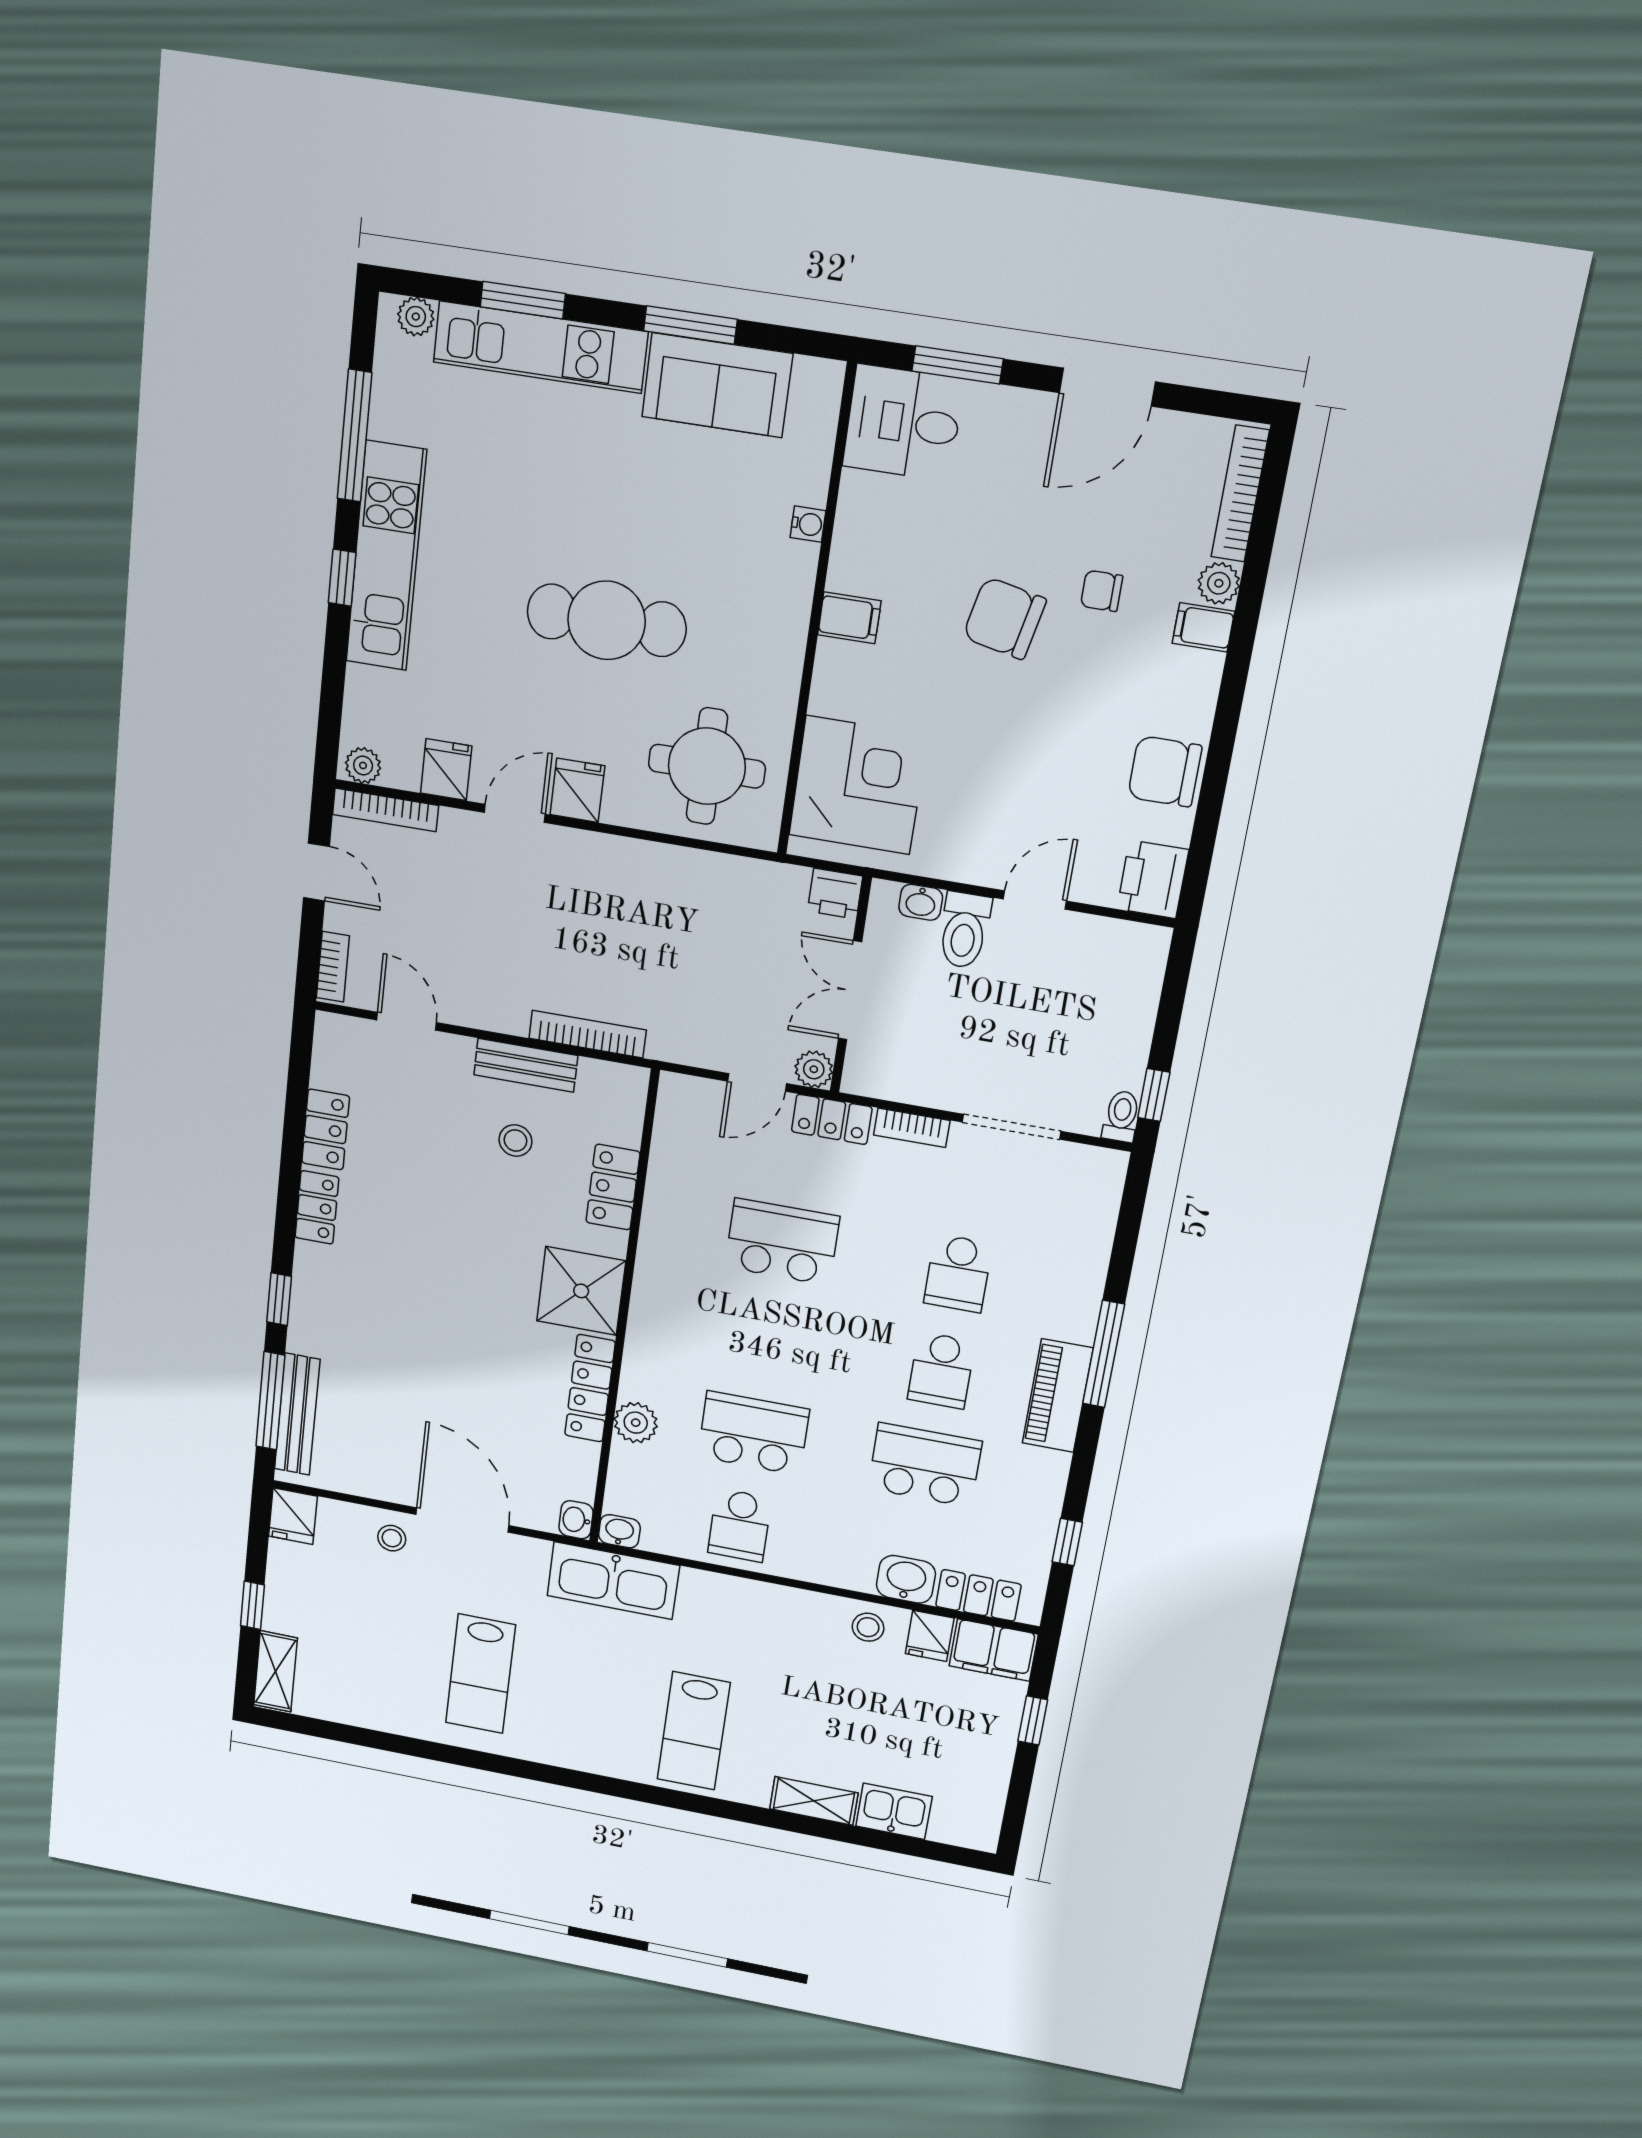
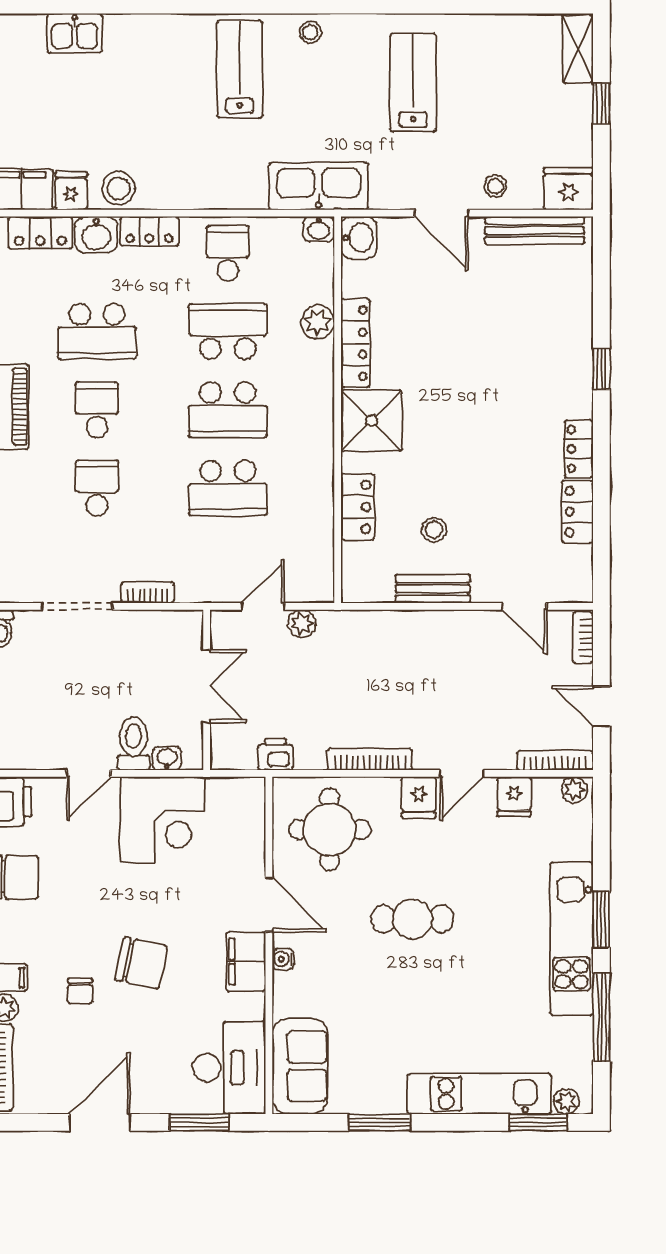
window: (523, 300) -> (538, 1122), moved
sofa: (717, 385) -> (300, 1066), moved, turned 90
desk: (903, 423) -> (229, 1068), width x1.37
water cooler: (808, 524) -> (283, 959), moved
window: (342, 578) -> (601, 919), width x1.50
chair: (1102, 591) -> (80, 991), turned 90
filing cabinet: (849, 618) -> (246, 962), width x2.00
cafe table: (607, 620) -> (412, 919), width x0.73, depth x0.74
door: (807, 673) -> (269, 905), added
corner desk: (858, 785) -> (163, 819), moved, turned -90
printer: (835, 894) -> (275, 754), moved
bookcase: (588, 1034) -> (370, 759), moved, turned 180
plant: (814, 1069) -> (302, 623), moved
locker: (832, 1119) -> (149, 231), moved, turned 180
school desk: (768, 1339) -> (228, 410), added
window: (270, 1401) -> (601, 283), removed
bench: (297, 1414) -> (535, 230), moved, turned 90
school desk: (753, 1433) -> (228, 332), turned 180
fridge: (293, 1516) -> (568, 189), width x1.38
door: (462, 1520) -> (441, 213), width x0.73
washbasin: (576, 1520) -> (359, 238), width x1.38, depth x1.45
stool: (868, 1627) -> (119, 188), width x1.37, depth x1.37
stool: (600, 1754) -> (310, 32), added
shelving: (814, 1801) -> (138, 28), removed

